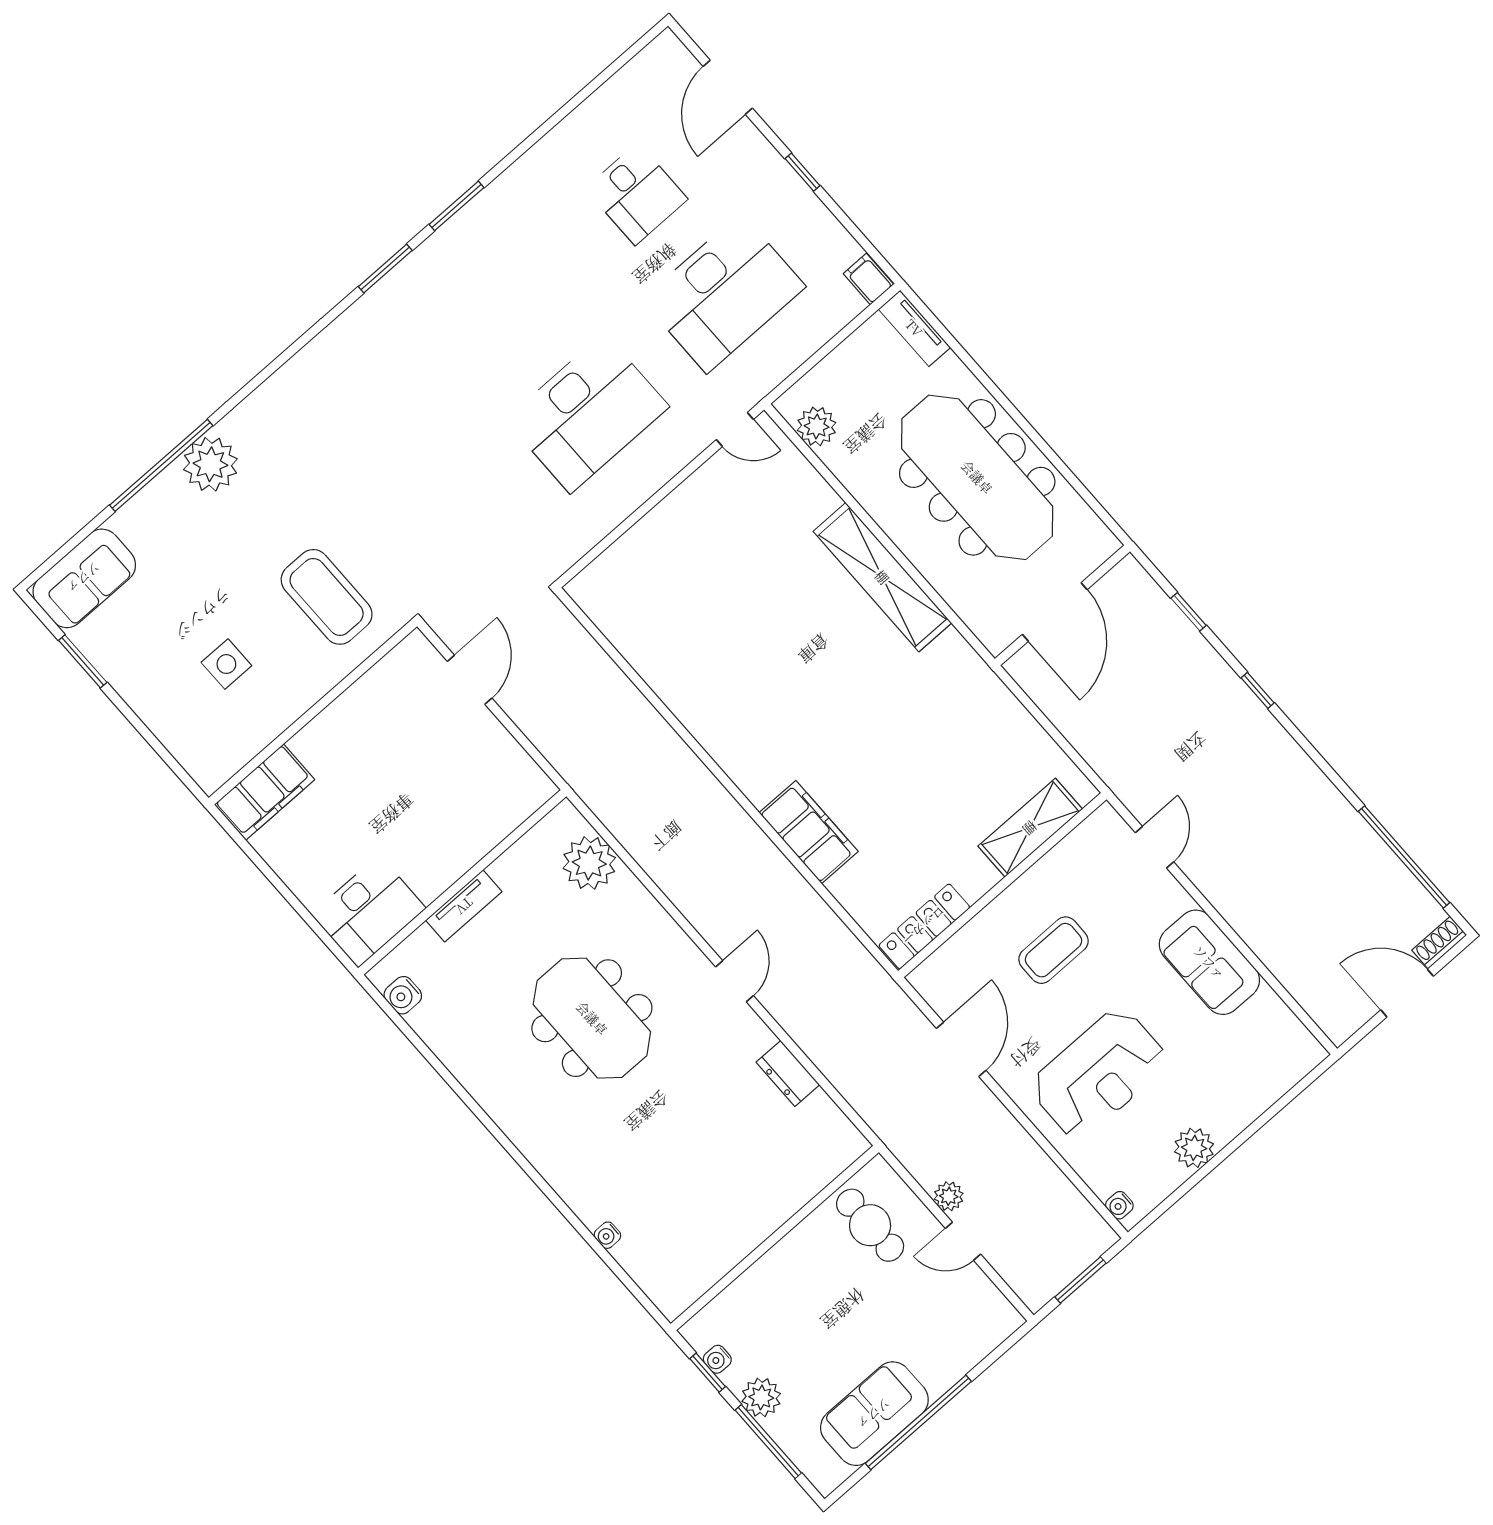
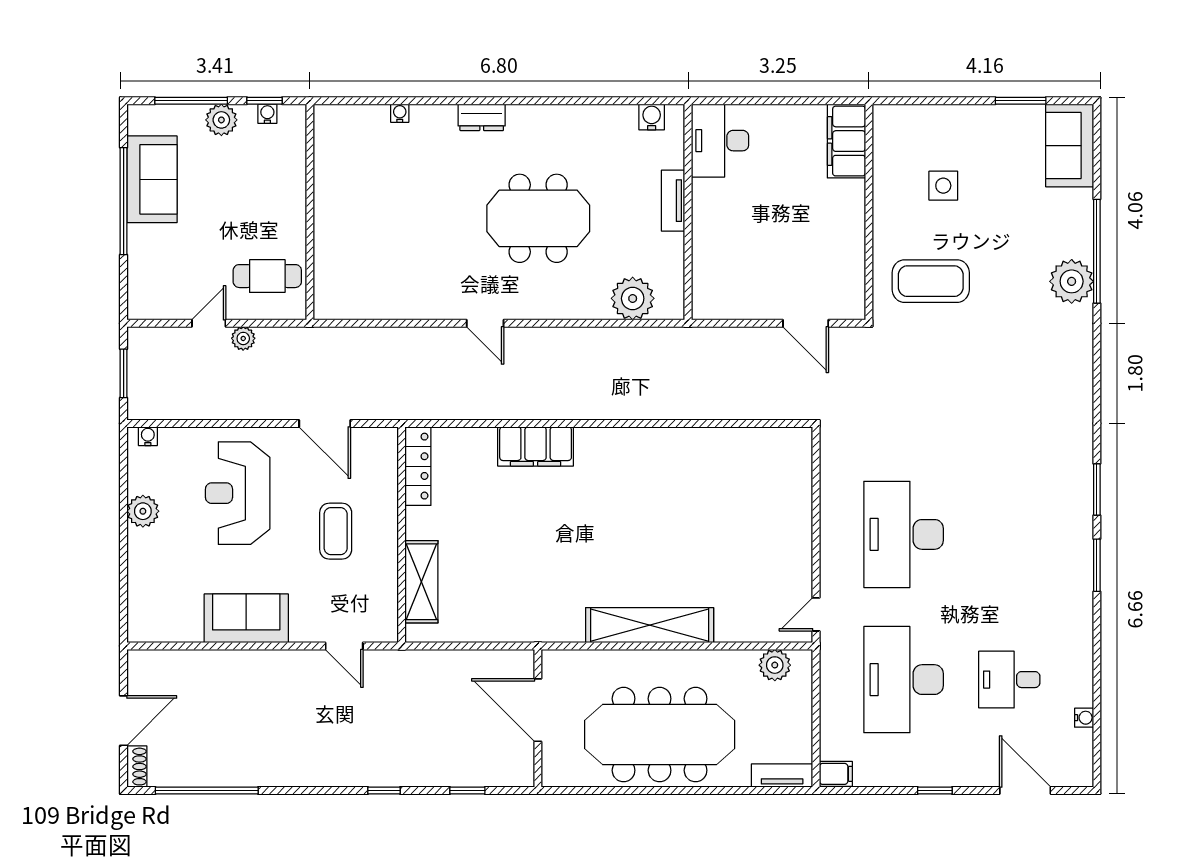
water cooler: (611, 92) -> (1084, 718), added
dresser: (788, 1073) -> (482, 117), moved, turned 180

